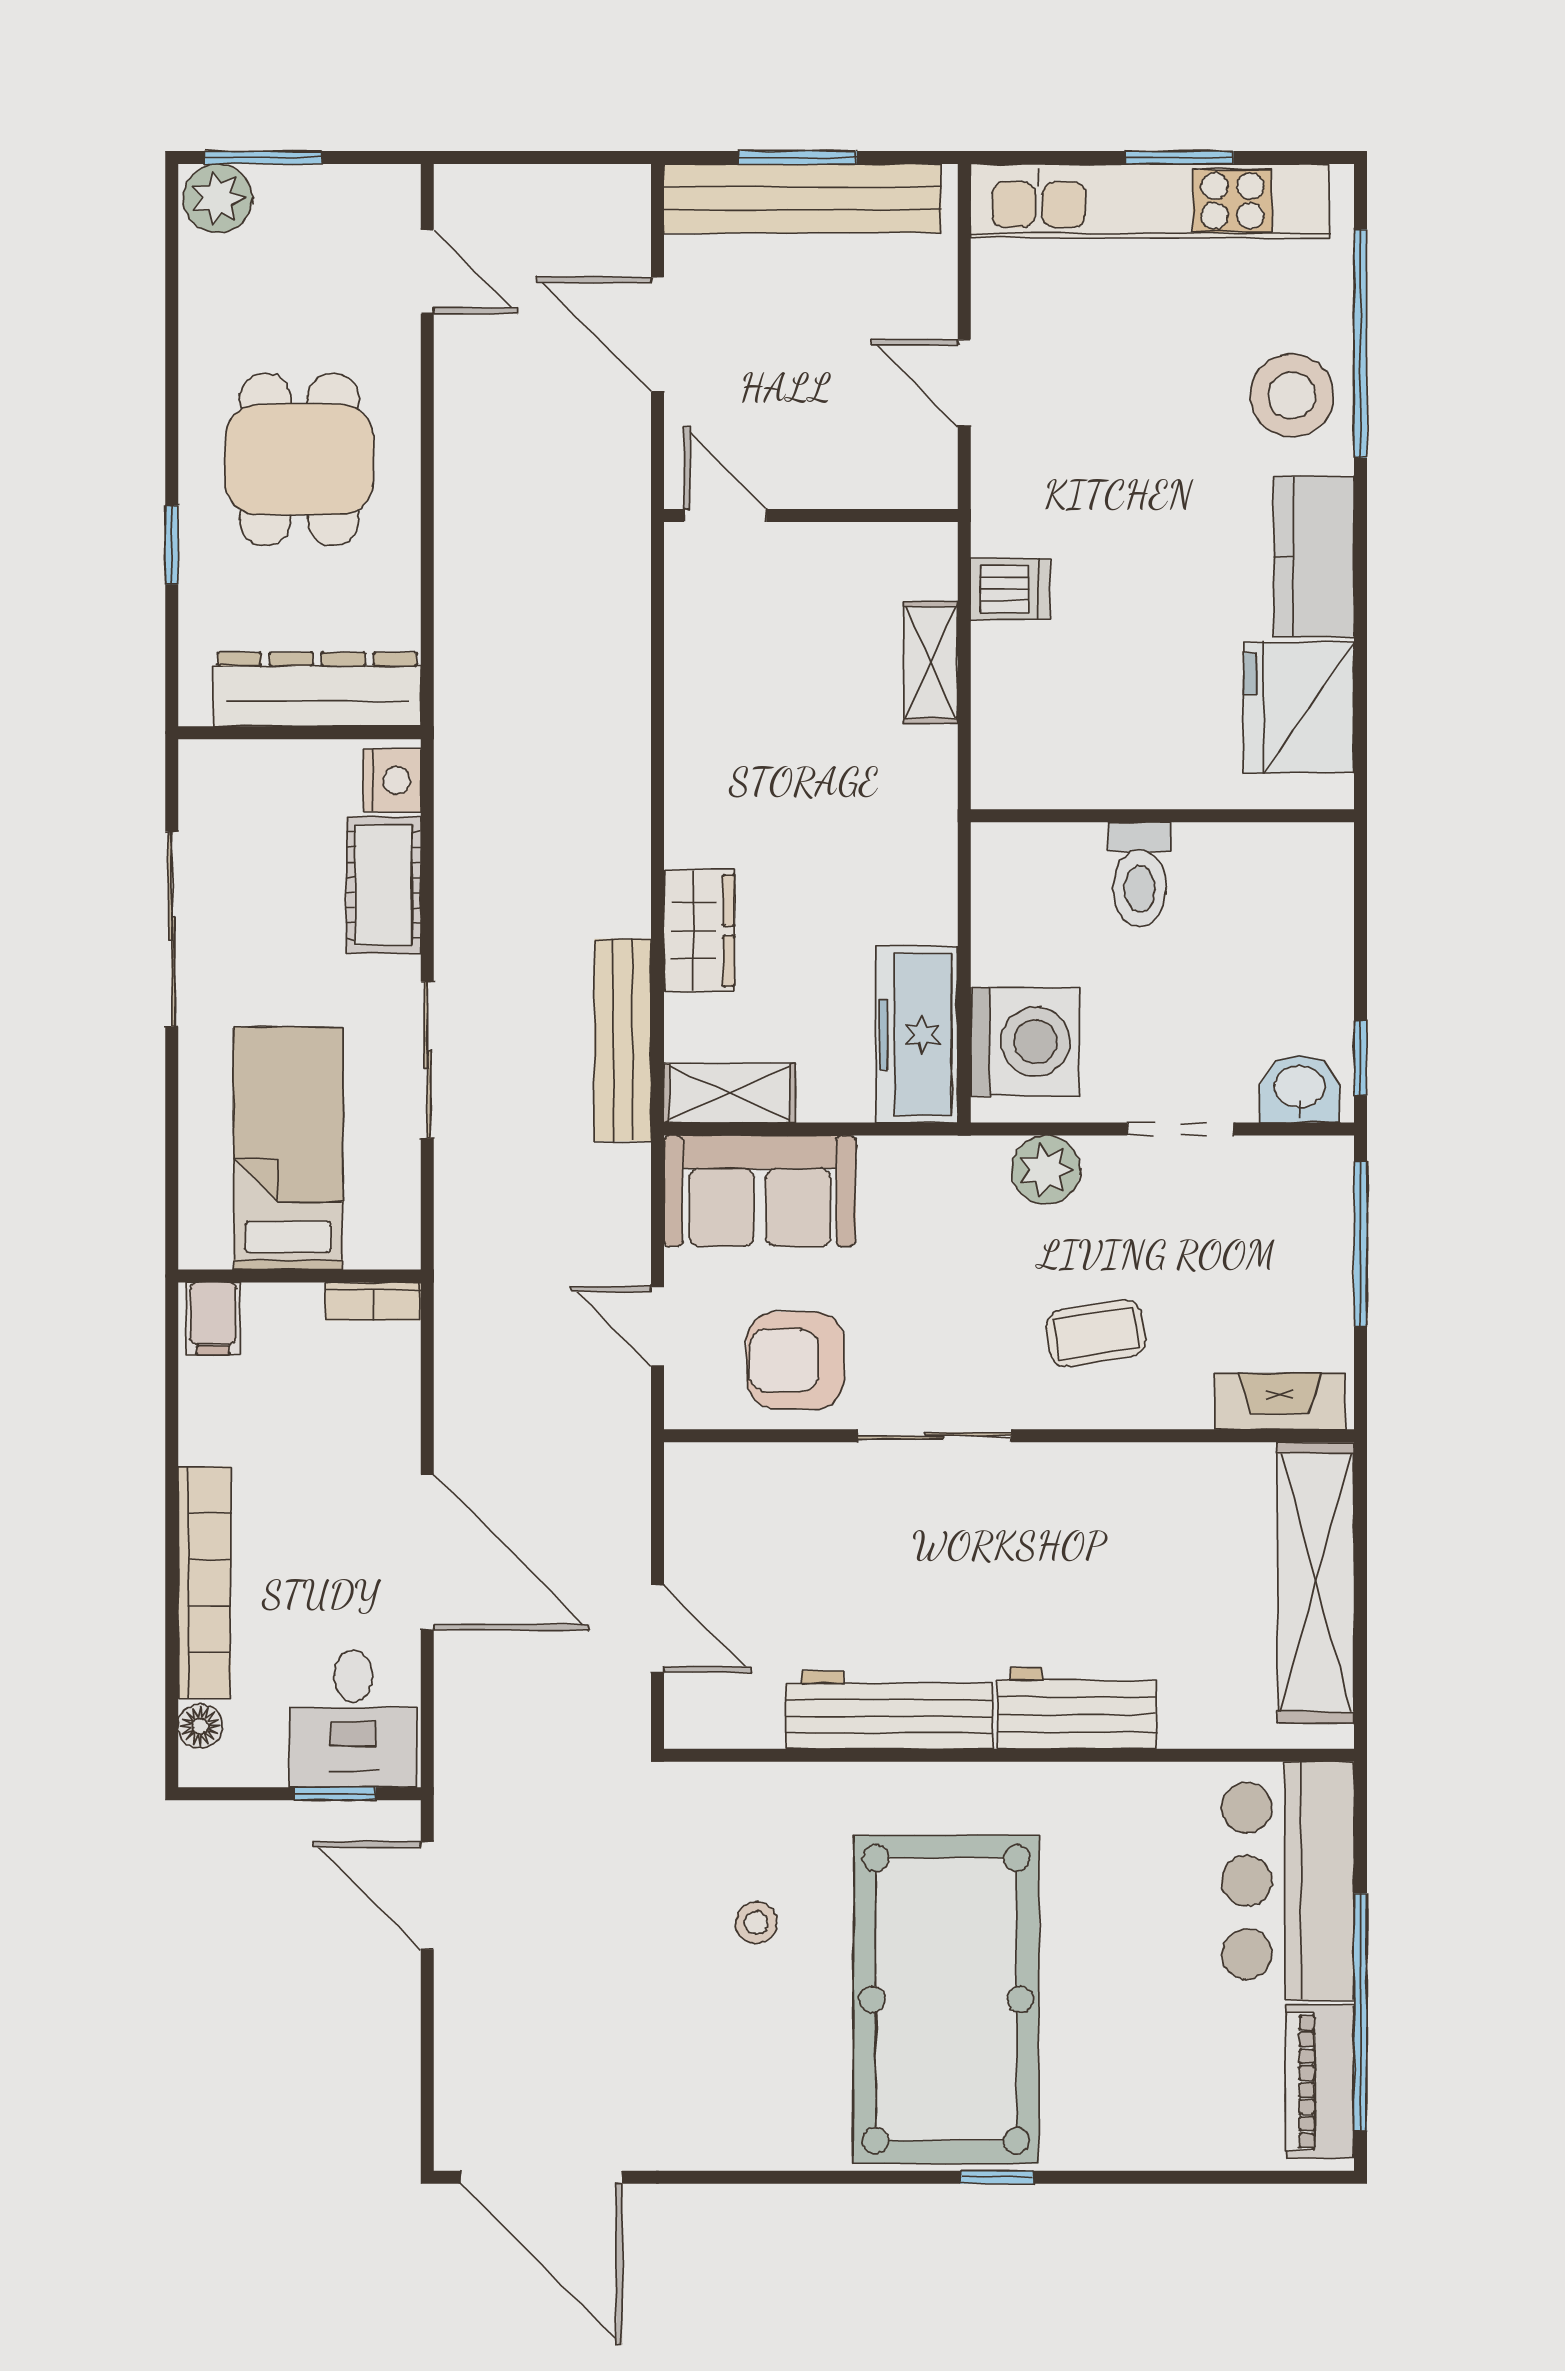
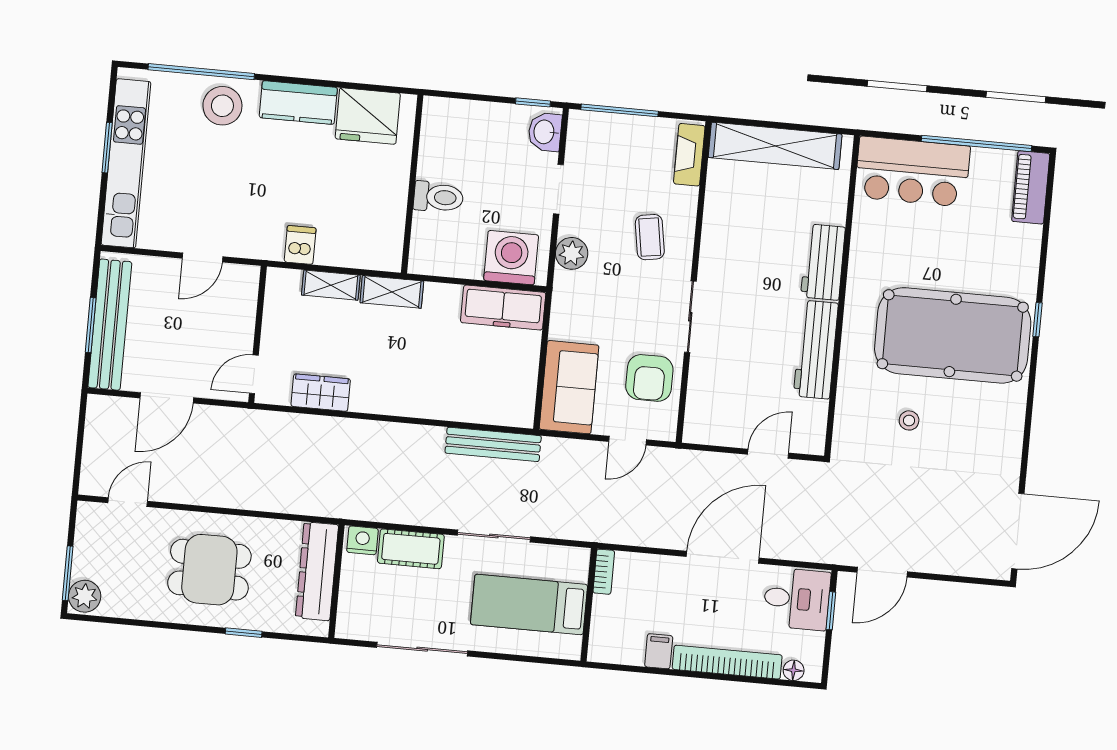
wardrobe: (699, 931) -> (321, 393), moved
shelving: (730, 1093) -> (392, 292), moved, turned 90
filing cabinet: (213, 1318) -> (659, 651), moved, turned -90
piano: (1320, 2082) -> (1031, 187), moved, turned 90

